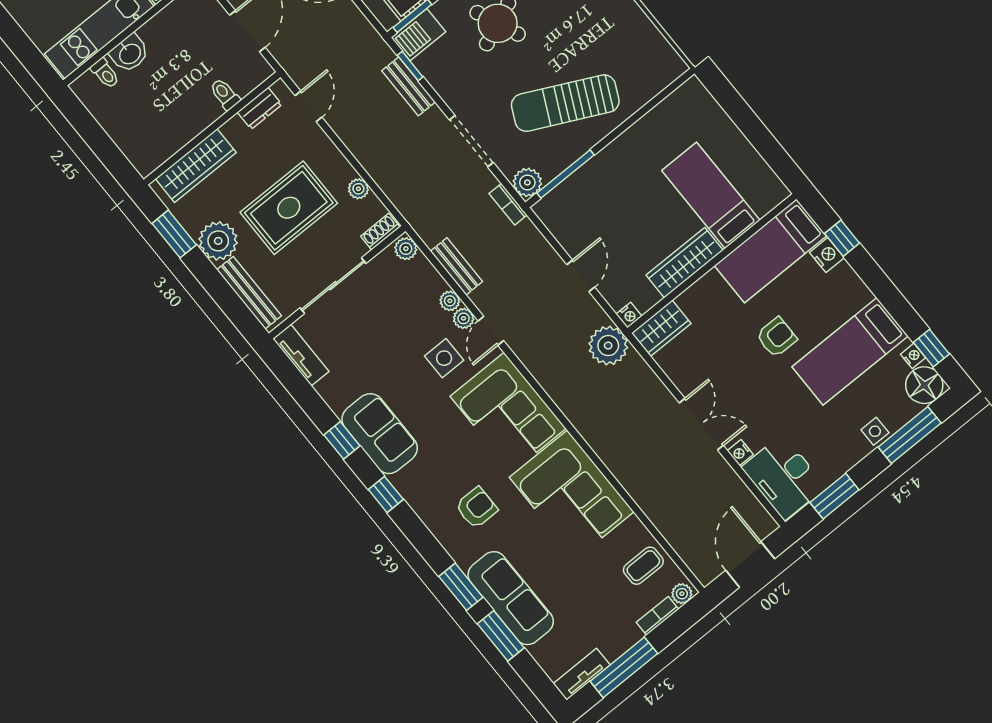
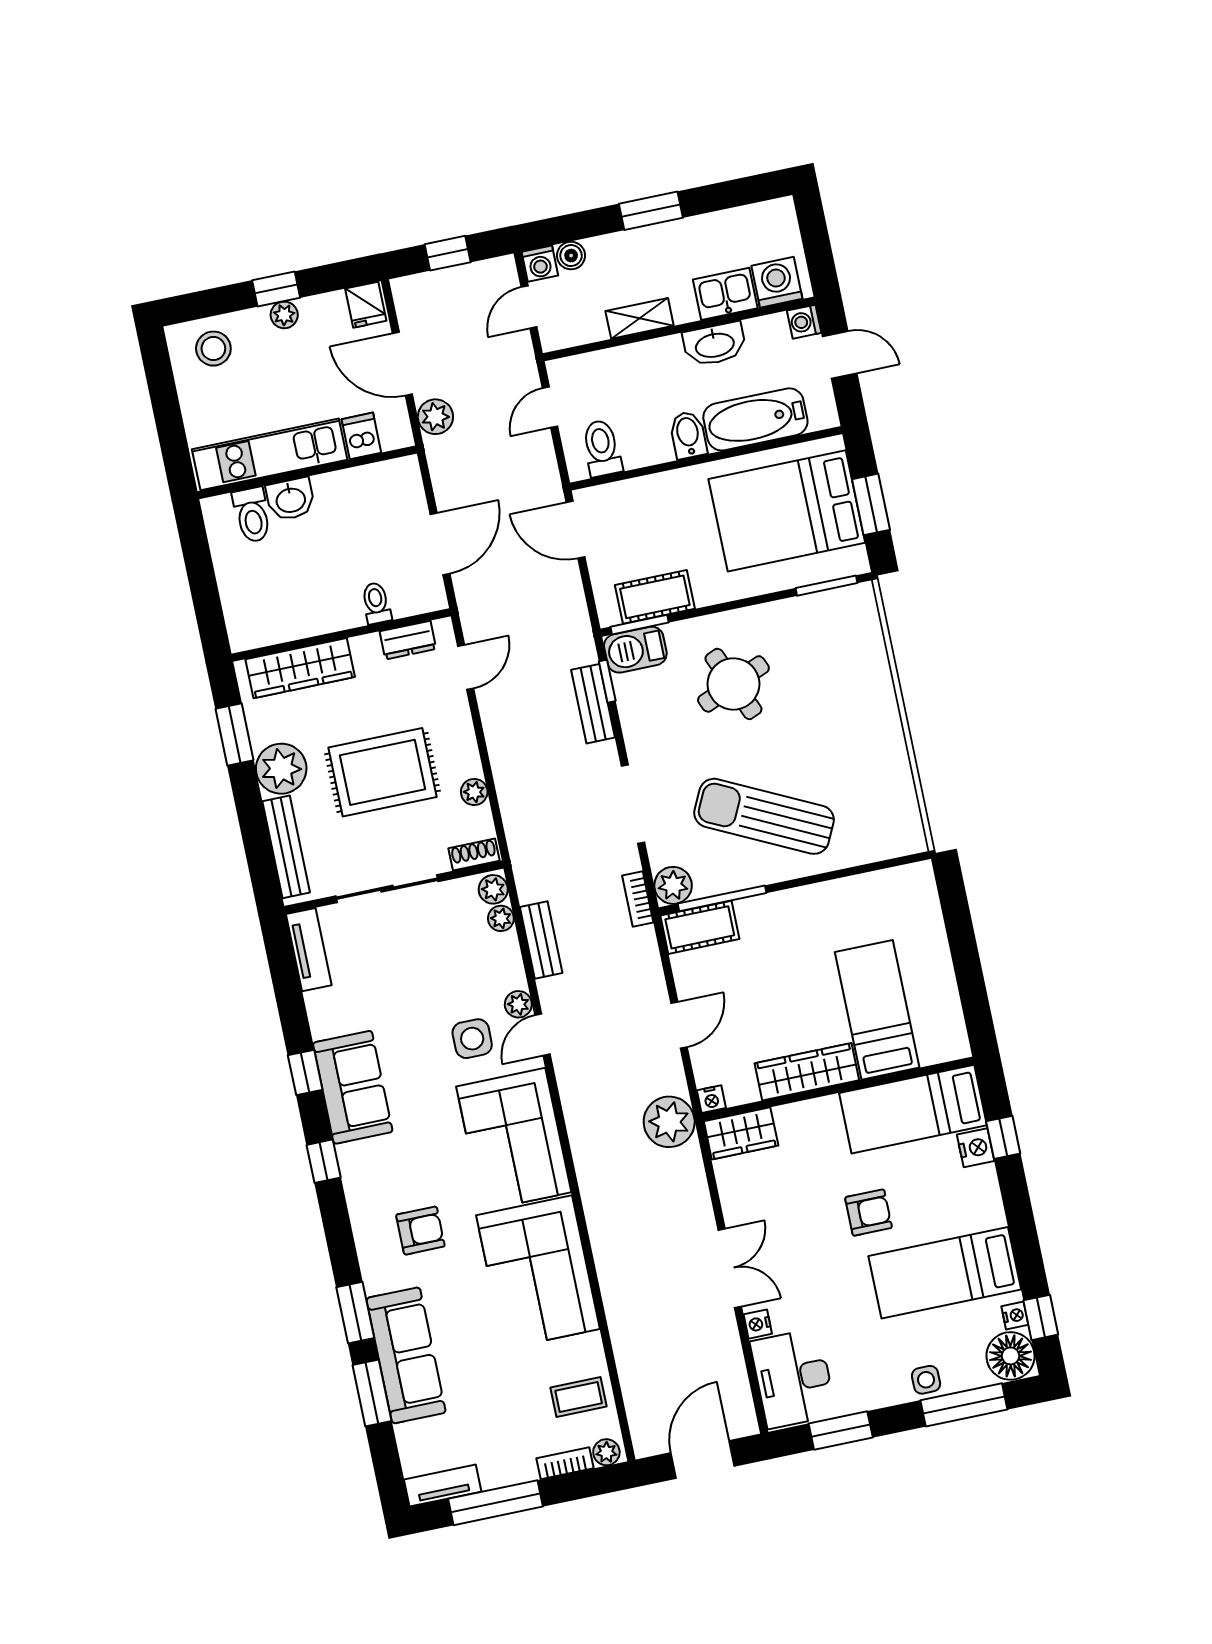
toilet: (105, 73) -> (252, 515), width x1.37, depth x1.39
cot: (560, 202) -> (700, 927), added
plant: (450, 301) -> (501, 918), moved

